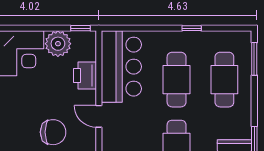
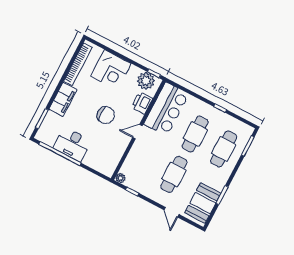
plant: (58, 44) -> (146, 81), moved
door: (99, 116) -> (137, 132), hinge flipped
chair: (53, 132) -> (106, 115), moved

